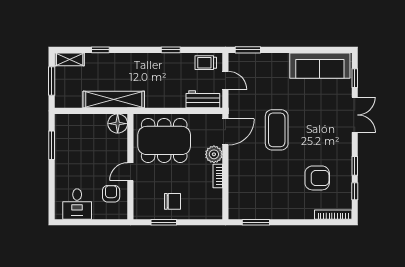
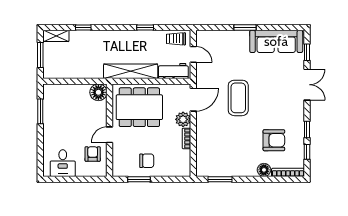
window: (248, 50) -> (245, 28), moved
shelving: (114, 100) -> (131, 71), moved
floor lamp: (306, 212) -> (264, 170), added

